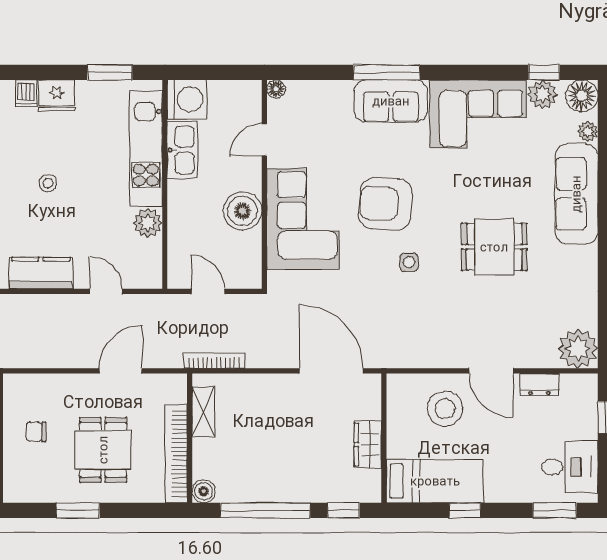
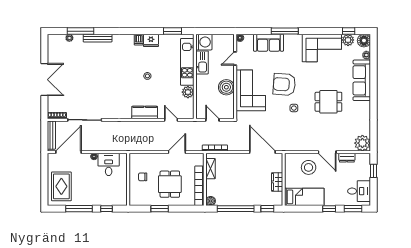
sofa: (391, 101) -> (269, 43), moved
window: (465, 510) -> (329, 209), moved

